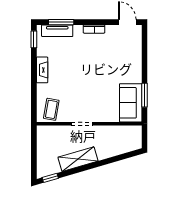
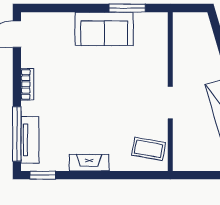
window: (61, 22) -> (17, 134), width x1.44
sofa: (131, 103) -> (104, 29), moved

